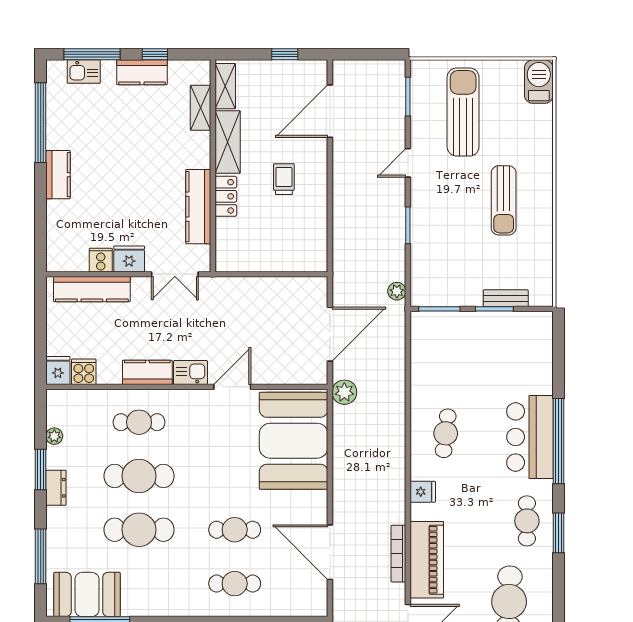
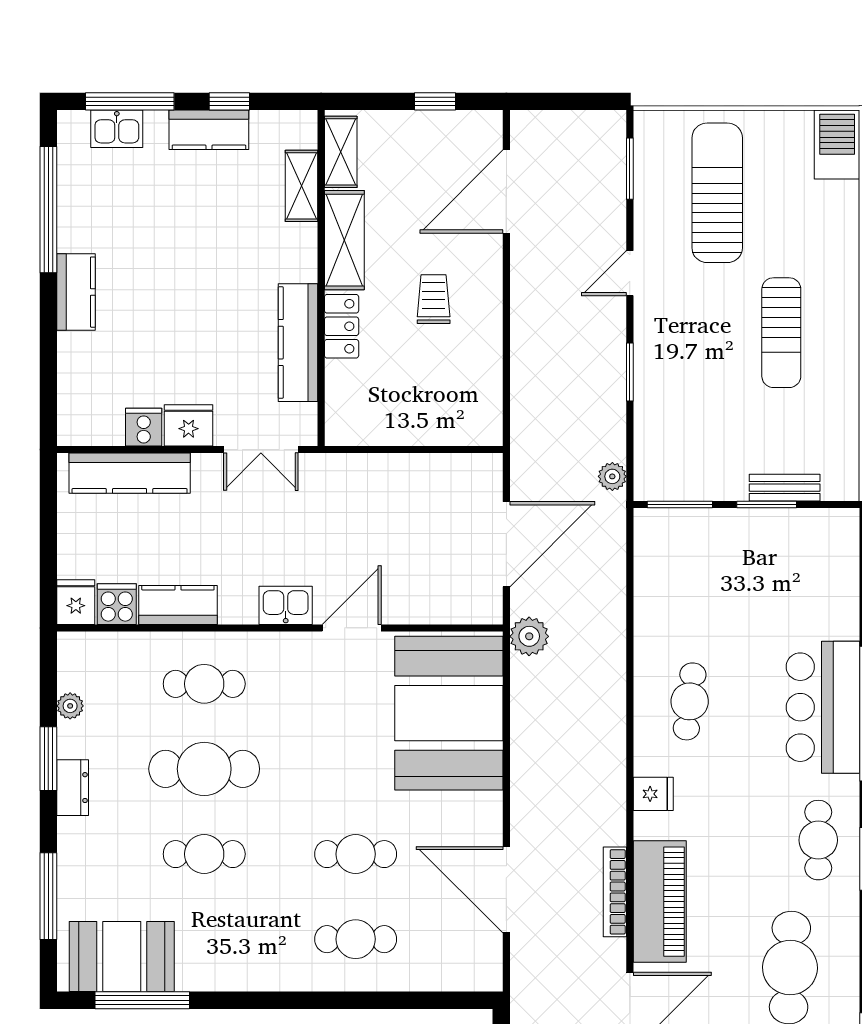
kitchen counter: (147, 372) -> (178, 605), moved
cafe table: (139, 530) -> (204, 854), width x0.73, depth x0.74

